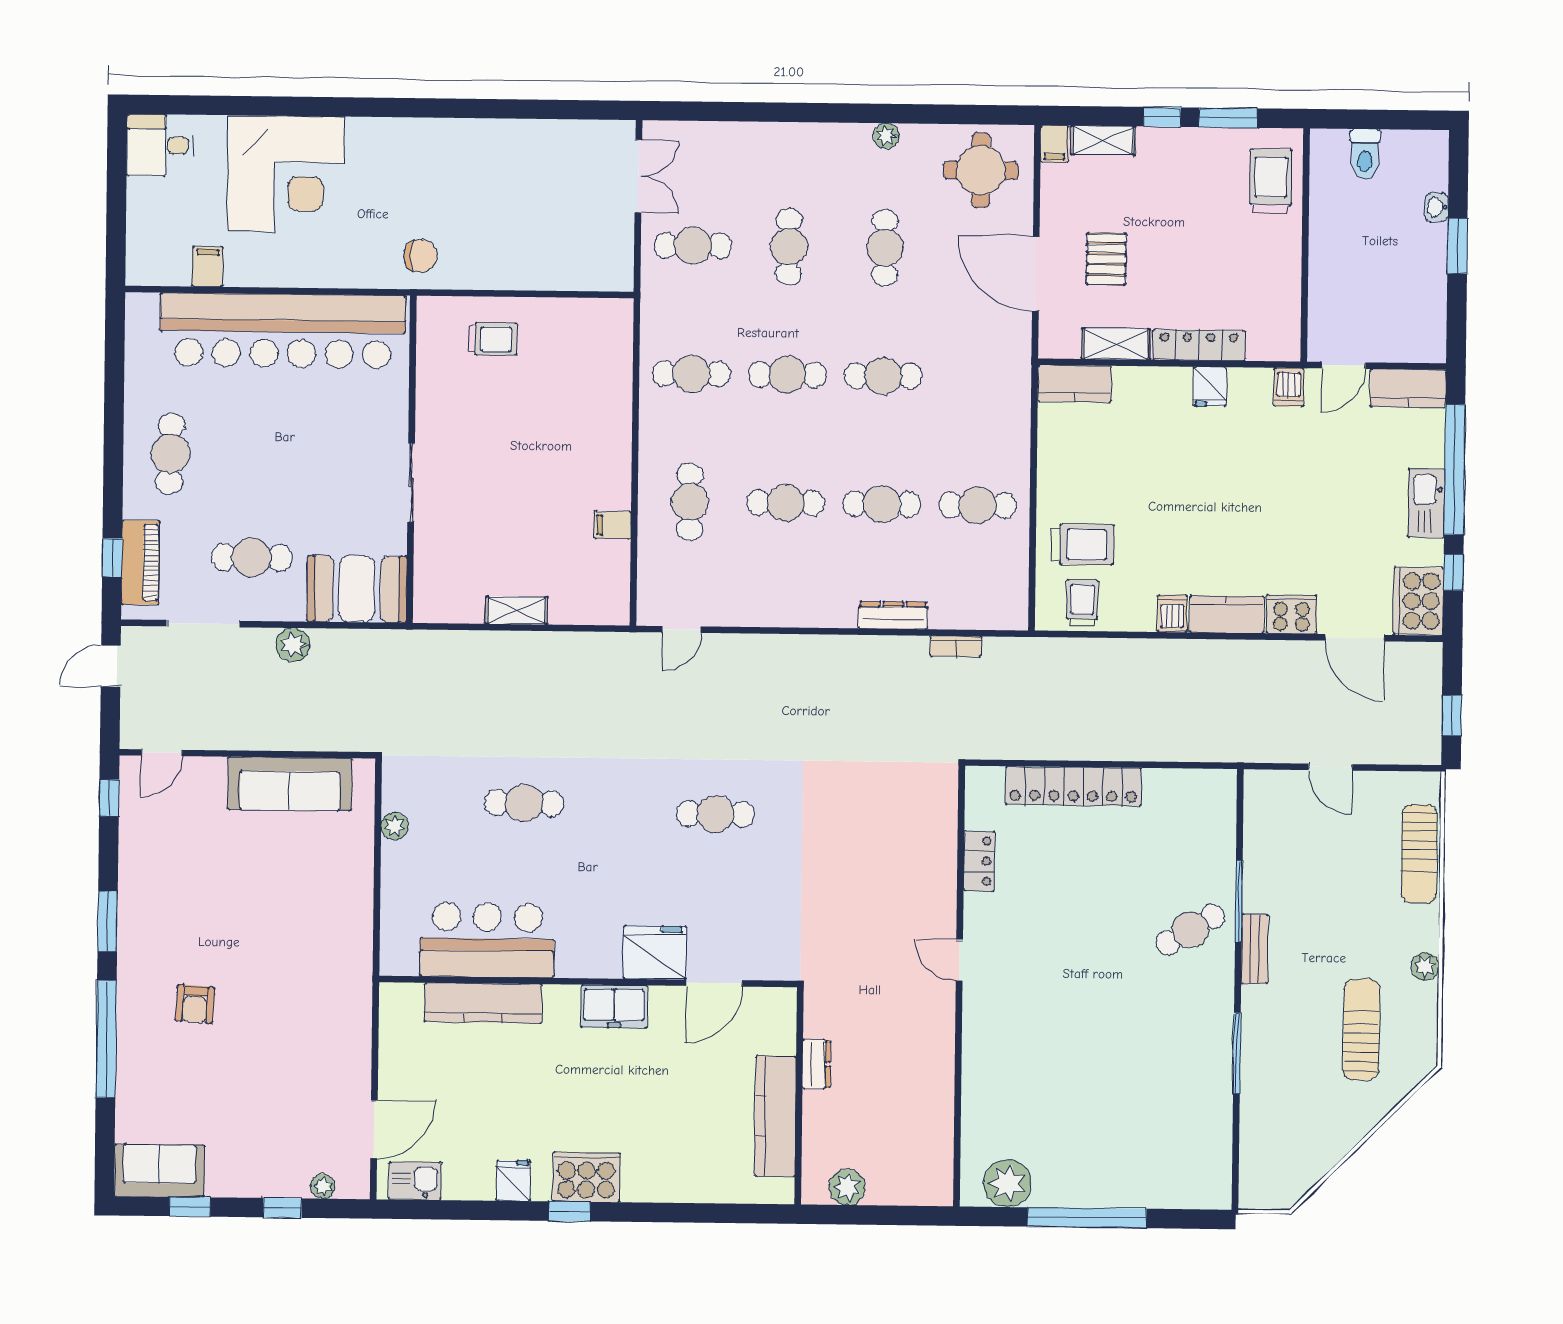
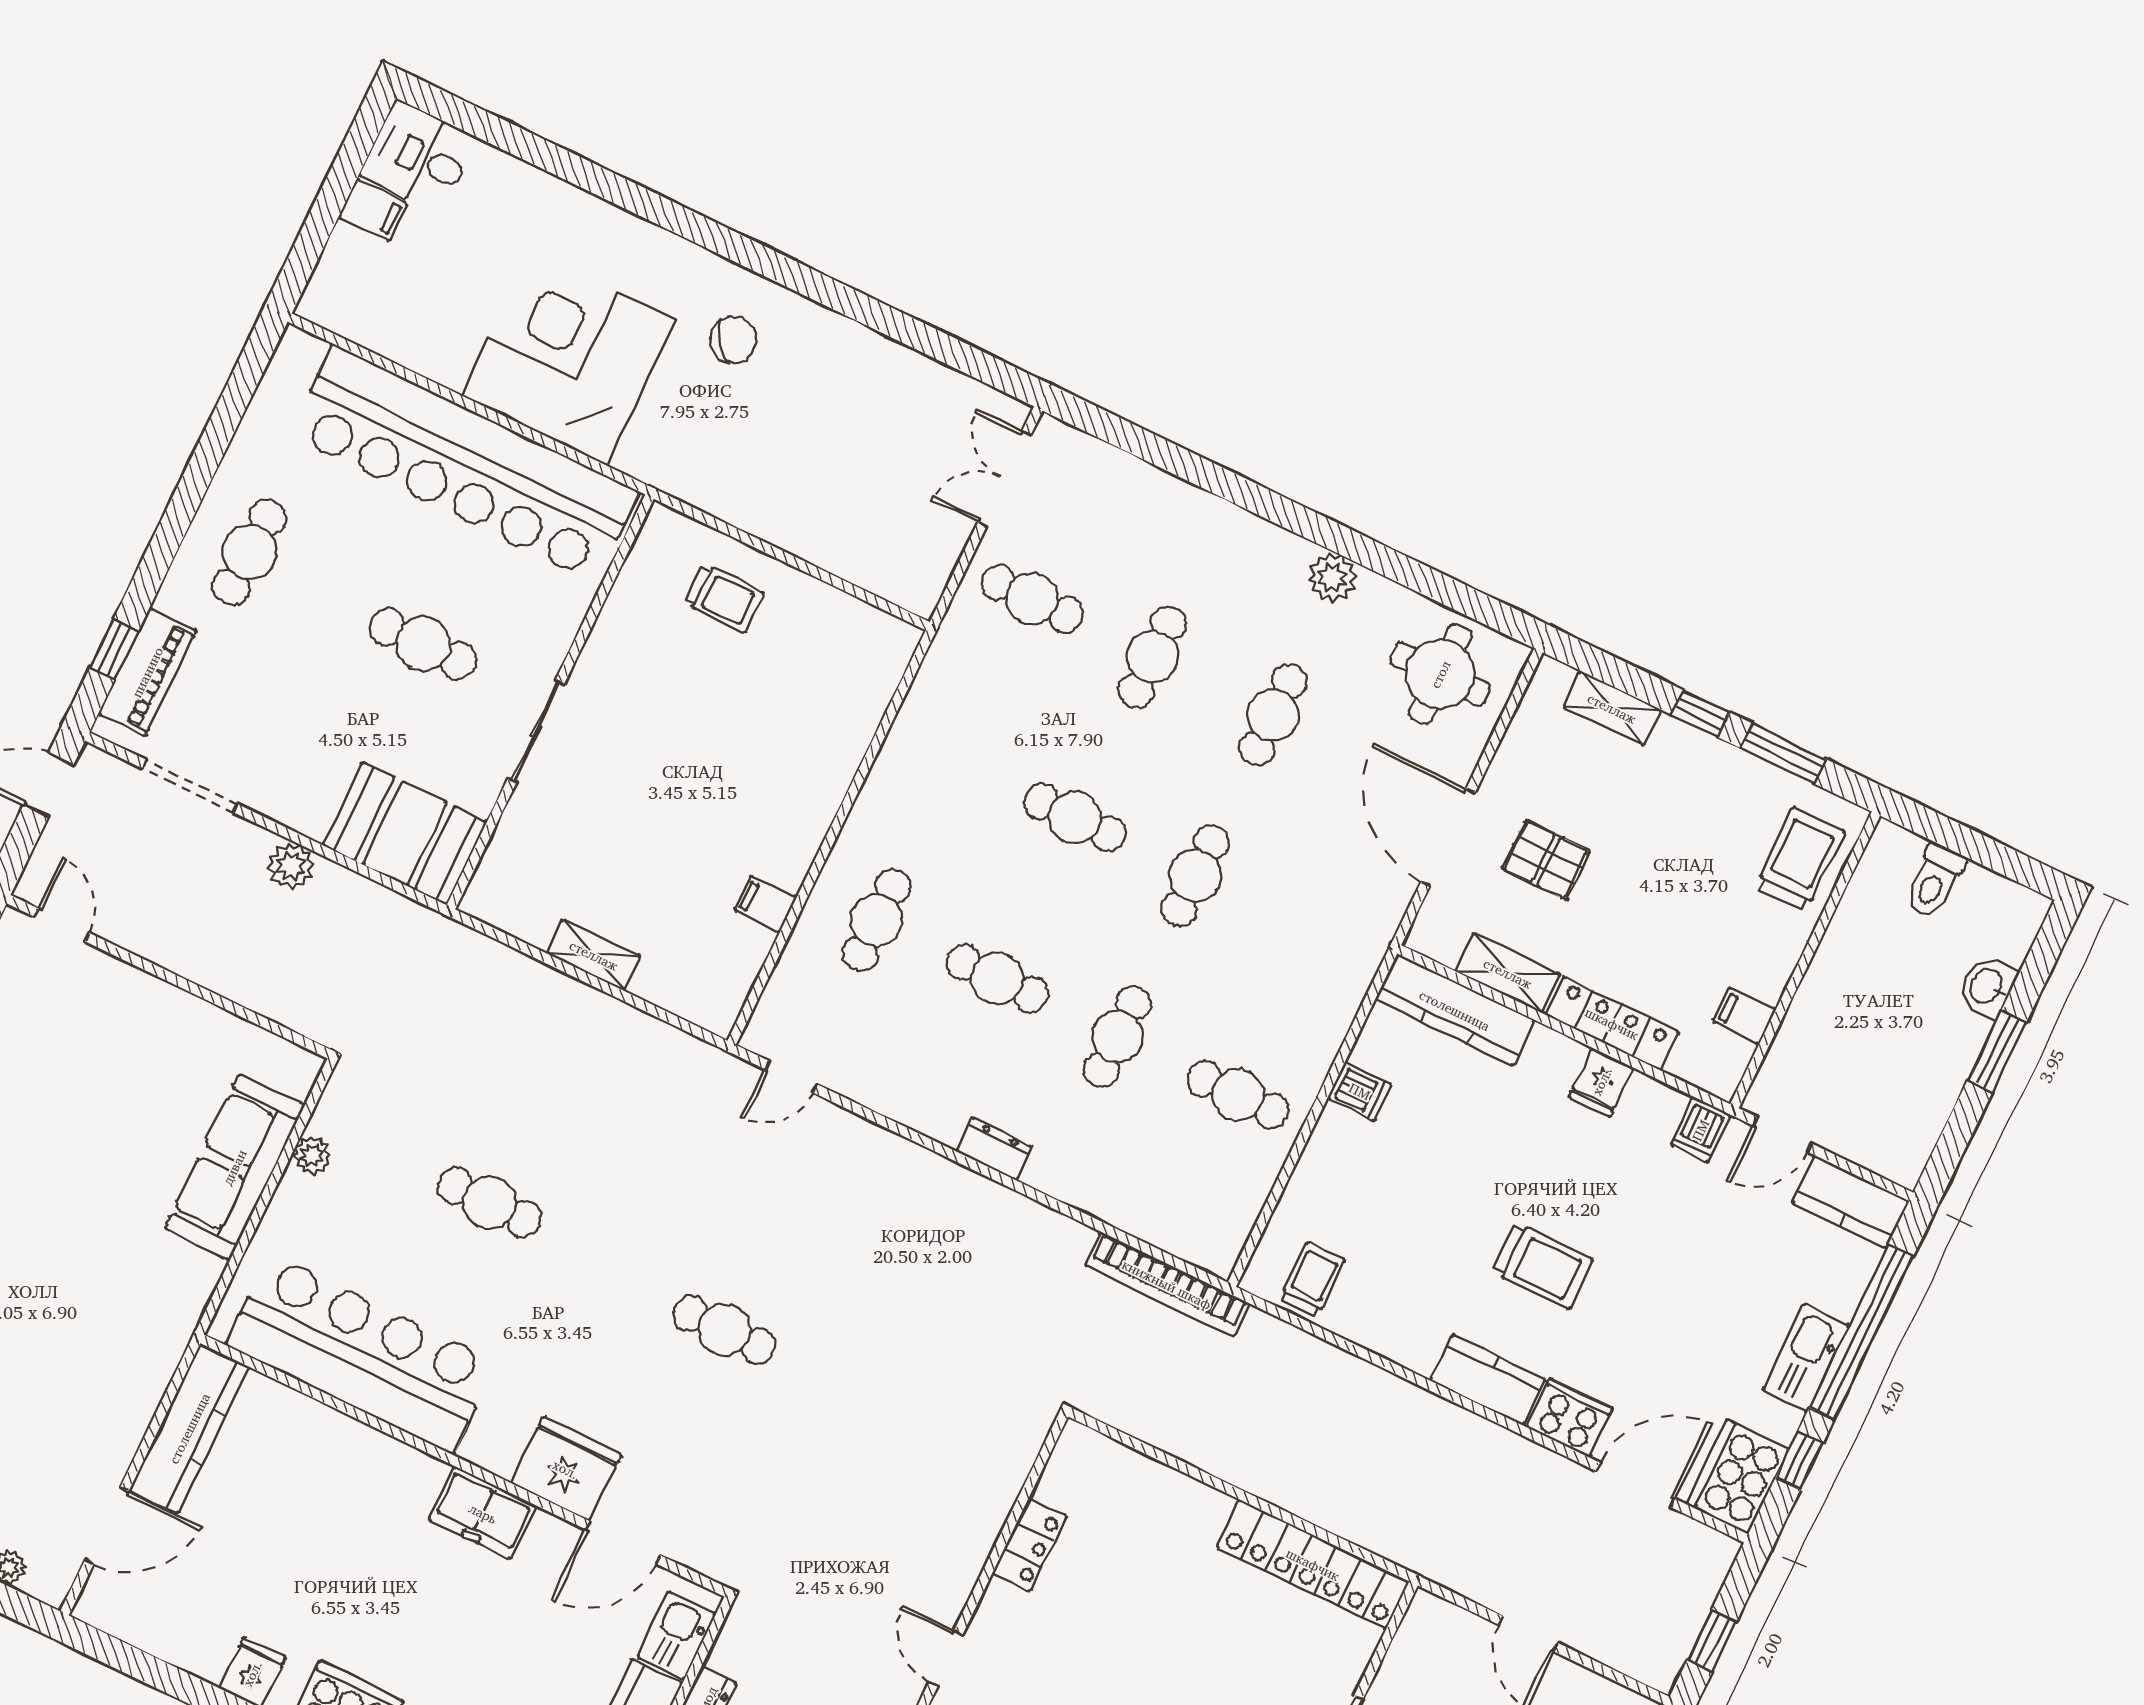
plant: (886, 136) -> (1332, 577), width x1.38, depth x1.38
filing cabinet: (1055, 144) -> (1745, 1016), moved, turned 90
corner desk: (286, 174) -> (569, 358), moved, turned 180
double door: (638, 176) -> (1004, 479), swing flipped
washbasin: (1437, 207) -> (1987, 987), width x1.38, depth x1.45
chair: (421, 256) -> (733, 340), moved, turned -40
pallet: (1106, 259) -> (1546, 860), turned 90
filing cabinet: (208, 266) -> (373, 210), moved, turned 90
cafe table: (691, 374) -> (954, 759), removed
cafe table: (883, 376) -> (1195, 876), turned 90
kitchen counter: (1074, 384) -> (1455, 1010), width x1.50
cafe table: (882, 504) -> (1118, 1037), turned 90
trolley: (1082, 544) -> (1542, 1266), moved
cafe table: (252, 557) -> (423, 644), moved
dishwasher: (1172, 613) -> (1360, 1091), moved, turned 90
dresser: (893, 615) -> (994, 1149), moved, width x0.70
door: (1355, 638) -> (1636, 1485), swing flipped
bookcase: (956, 646) -> (1167, 1284), width x2.31, depth x1.31
door: (162, 753) -> (62, 925), swing flipped
sofa: (290, 784) -> (234, 1167), moved, turned 90
locker: (1073, 786) -> (1313, 1564), moved
bar counter: (487, 940) -> (362, 1354), width x1.36
kitchen counter: (483, 1003) -> (189, 1428), moved, turned -90
kitchen sink: (415, 1181) -> (677, 1635), moved, turned -90

